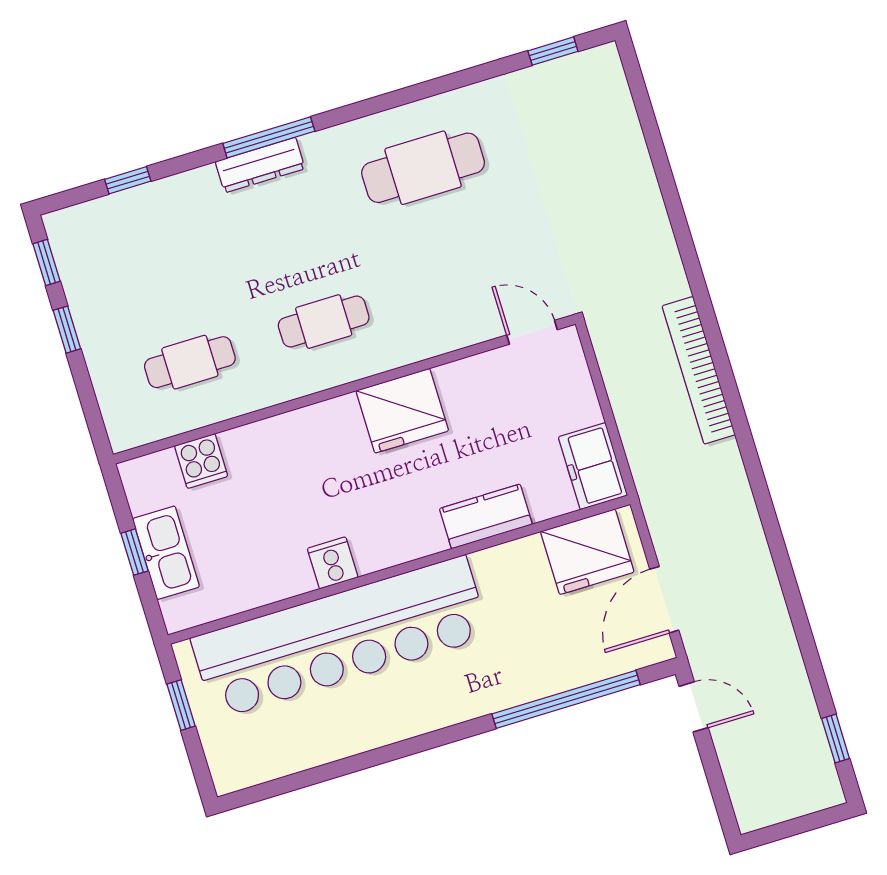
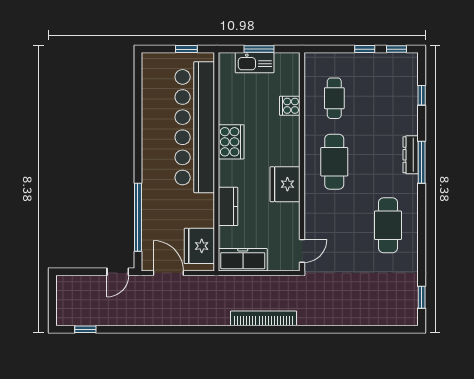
cafe table: (324, 322) -> (334, 162), width x1.37, depth x1.35
cooker: (201, 461) -> (290, 106), moved
freezer: (593, 466) -> (243, 260), width x1.40
window: (134, 552) -> (259, 49), width x1.50
cooker: (333, 563) -> (231, 142), width x1.87, depth x1.31

